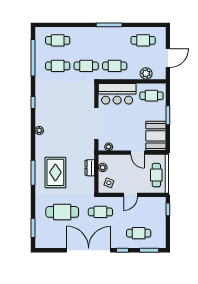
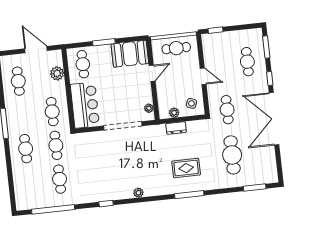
cafe table: (58, 40) -> (26, 149), moved
rug: (55, 172) -> (186, 168), width x0.73, depth x0.70

